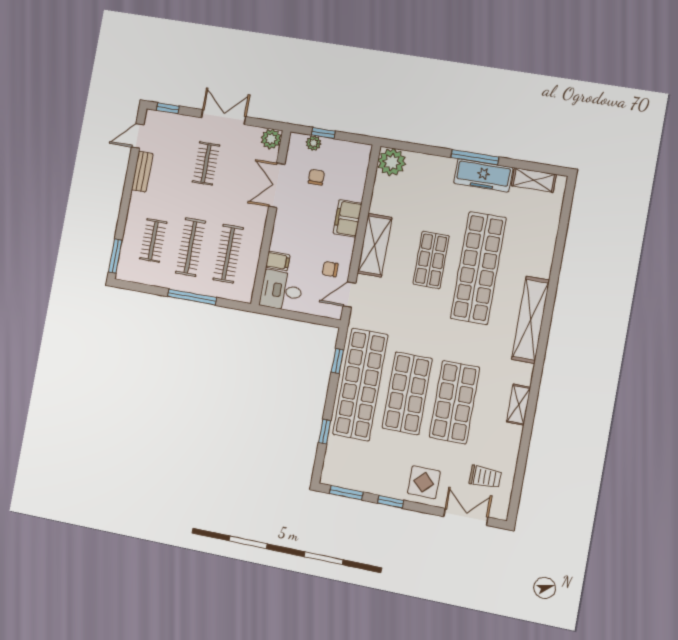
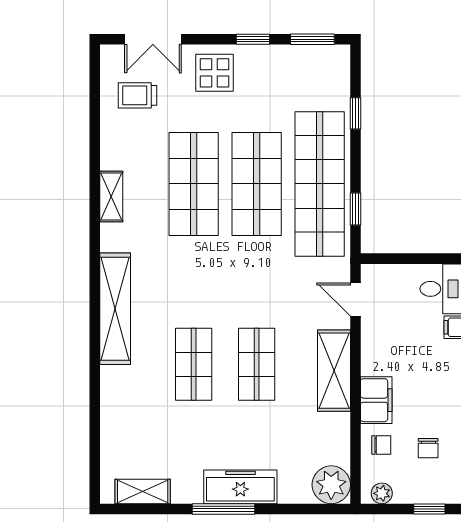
plant: (314, 143) -> (382, 493), moved
freezer: (483, 175) -> (240, 487), moved
shop shelf: (478, 268) -> (194, 364), width x0.50, depth x0.74
chair: (330, 269) -> (381, 445), moved
door: (349, 295) -> (355, 300), swing flipped

